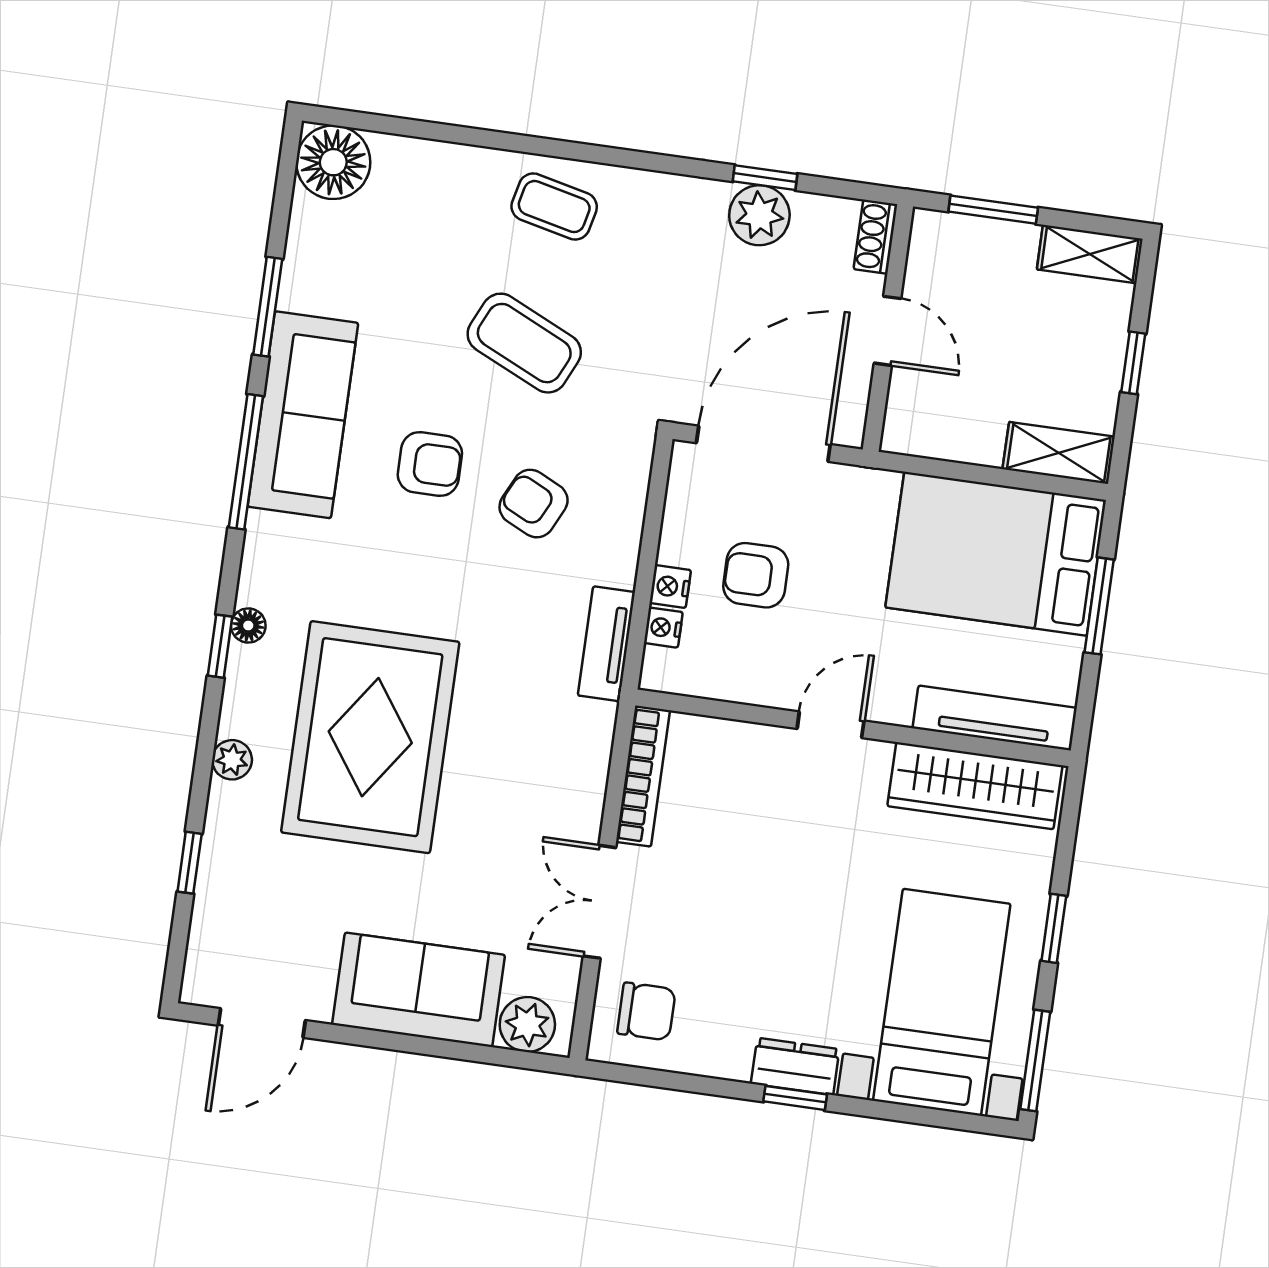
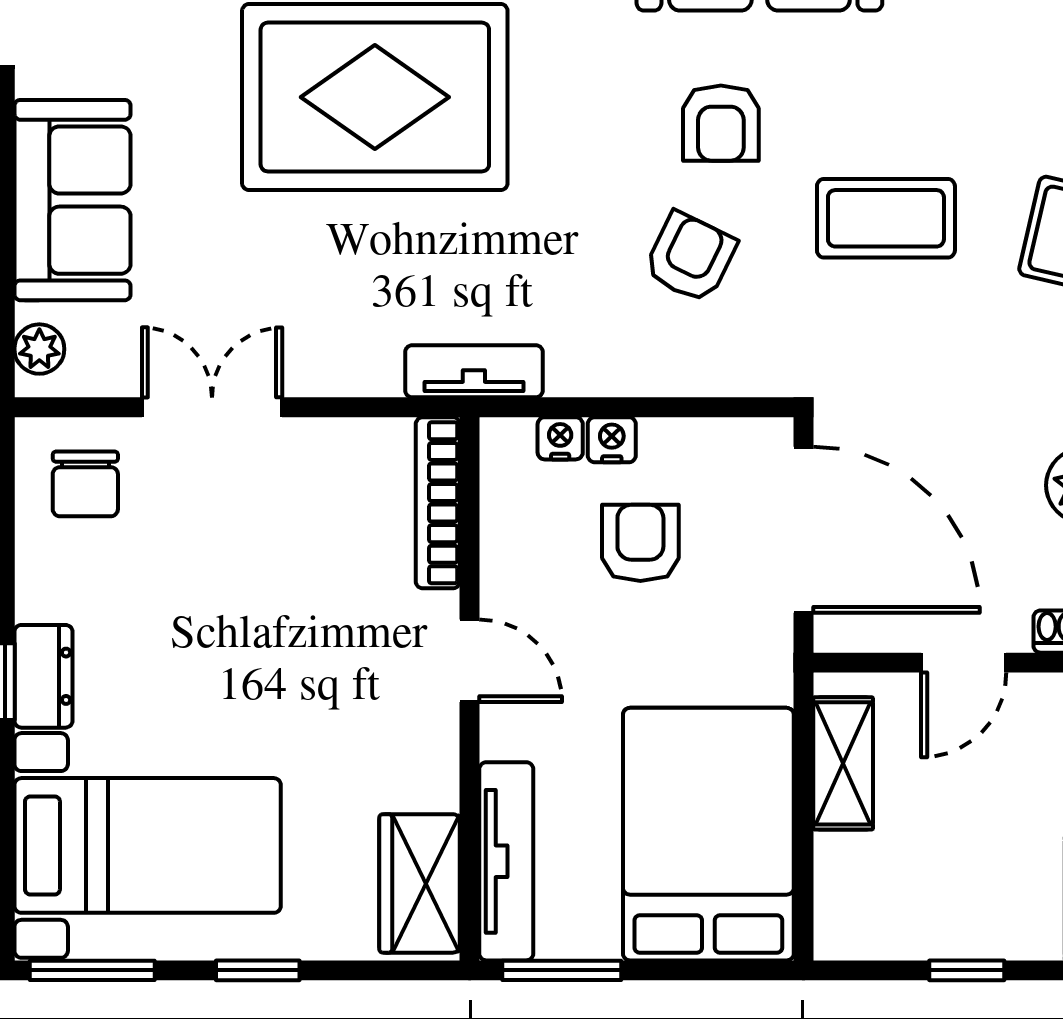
coffee table: (524, 343) -> (886, 218), turned 65
shelving: (1059, 453) -> (843, 763), moved
window: (1099, 606) -> (562, 970), moved
tv unit: (606, 644) -> (474, 371), moved
bookcase: (643, 776) -> (438, 503), moved, turned 90
wardrobe: (975, 786) -> (420, 883), width x0.67
plant: (527, 1024) -> (39, 349), width x0.73, depth x0.73

